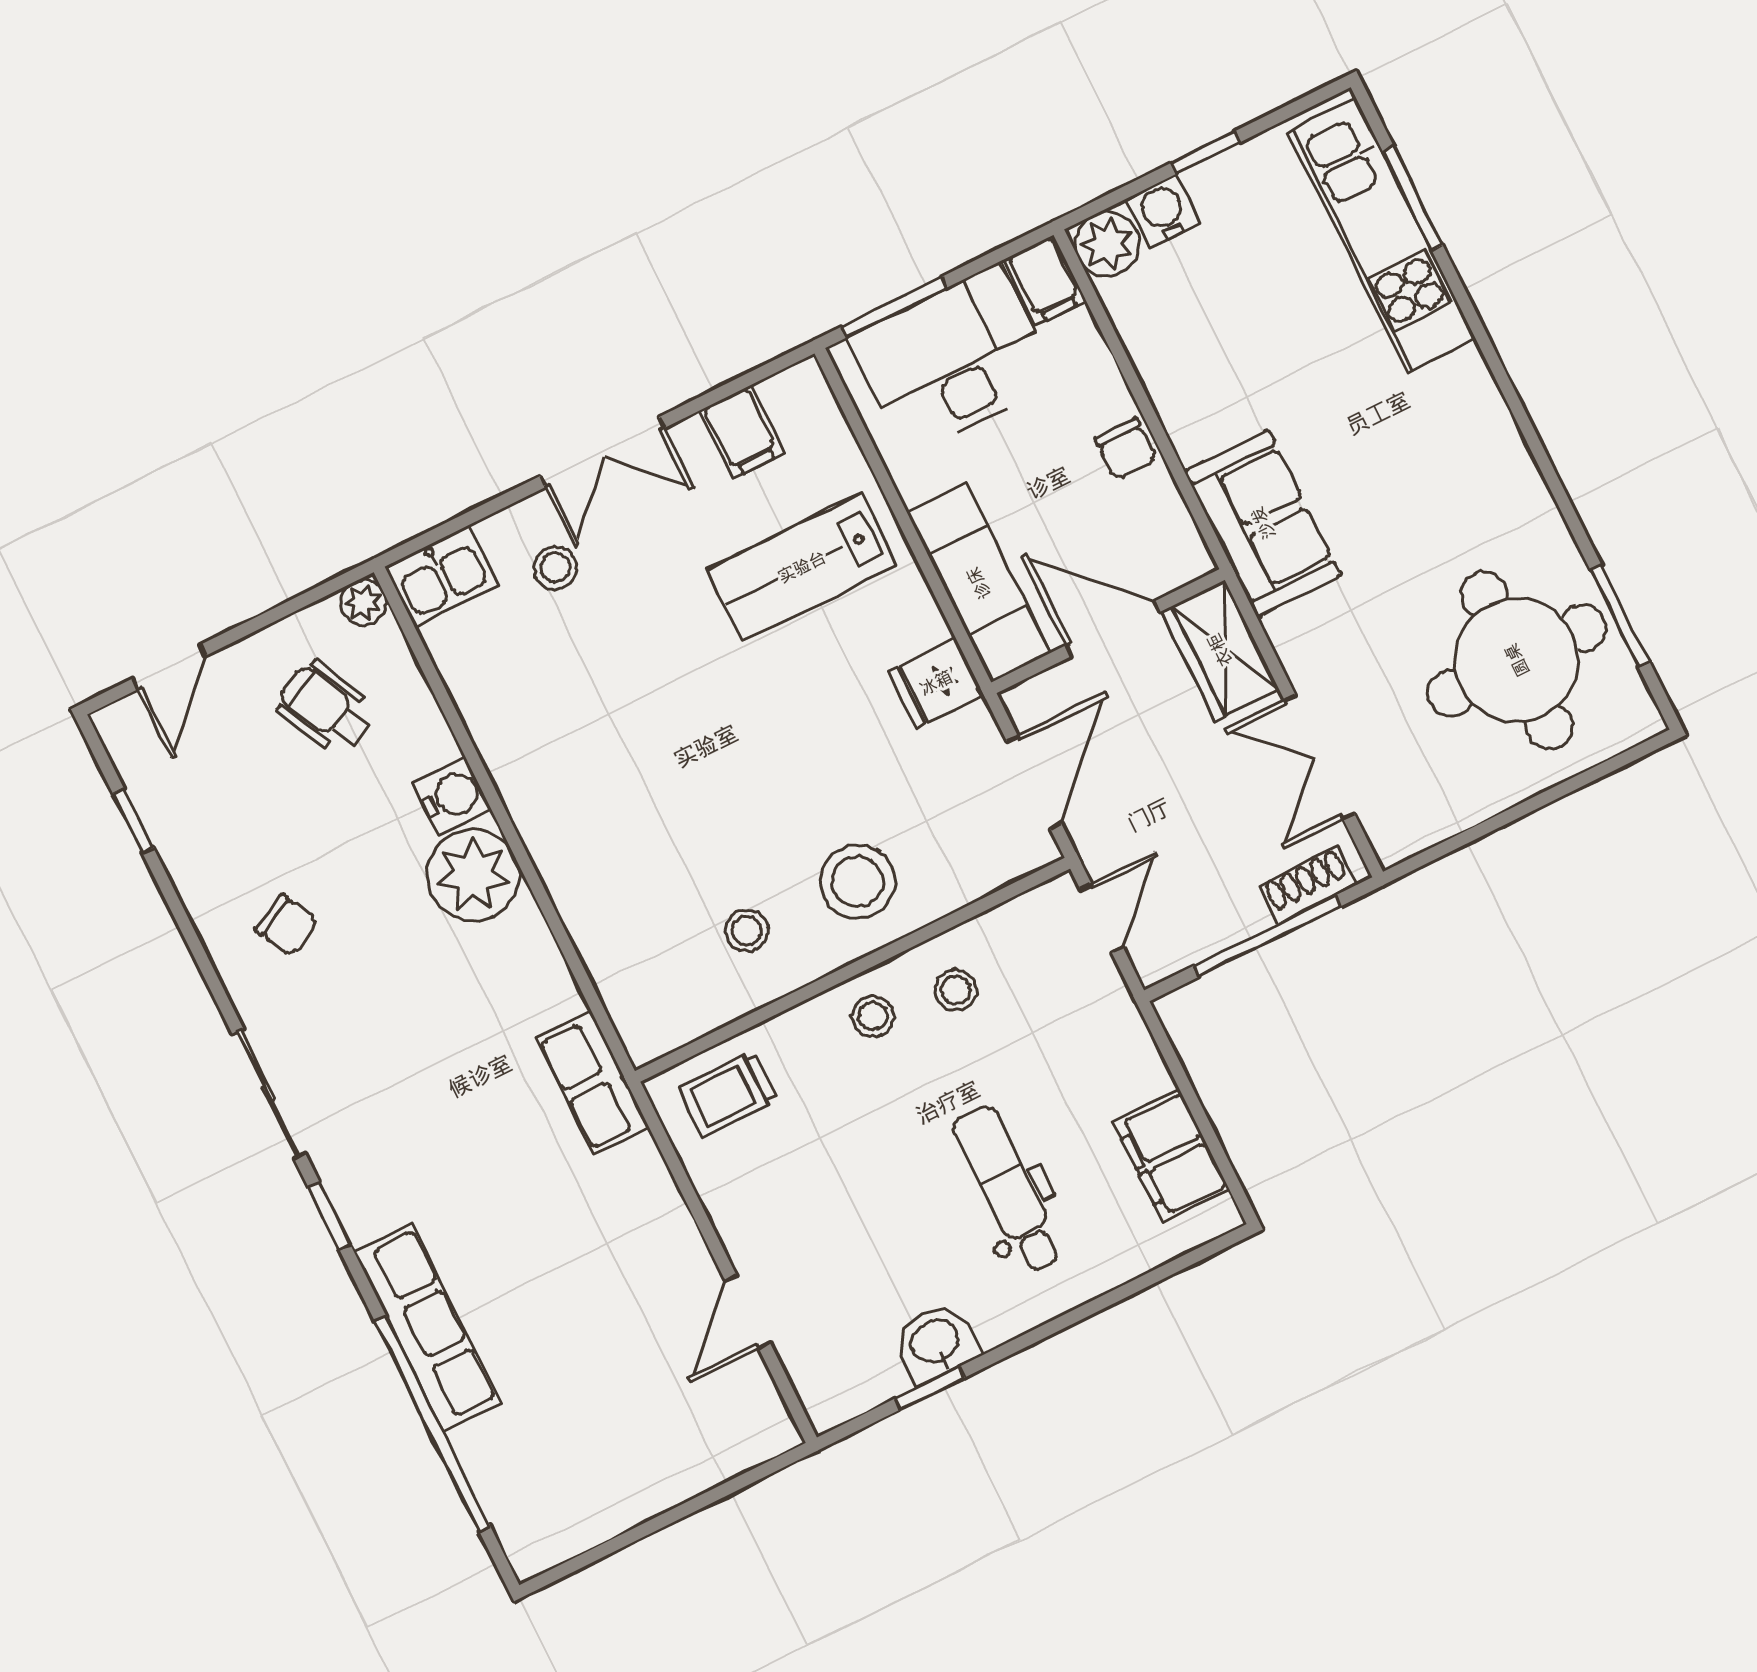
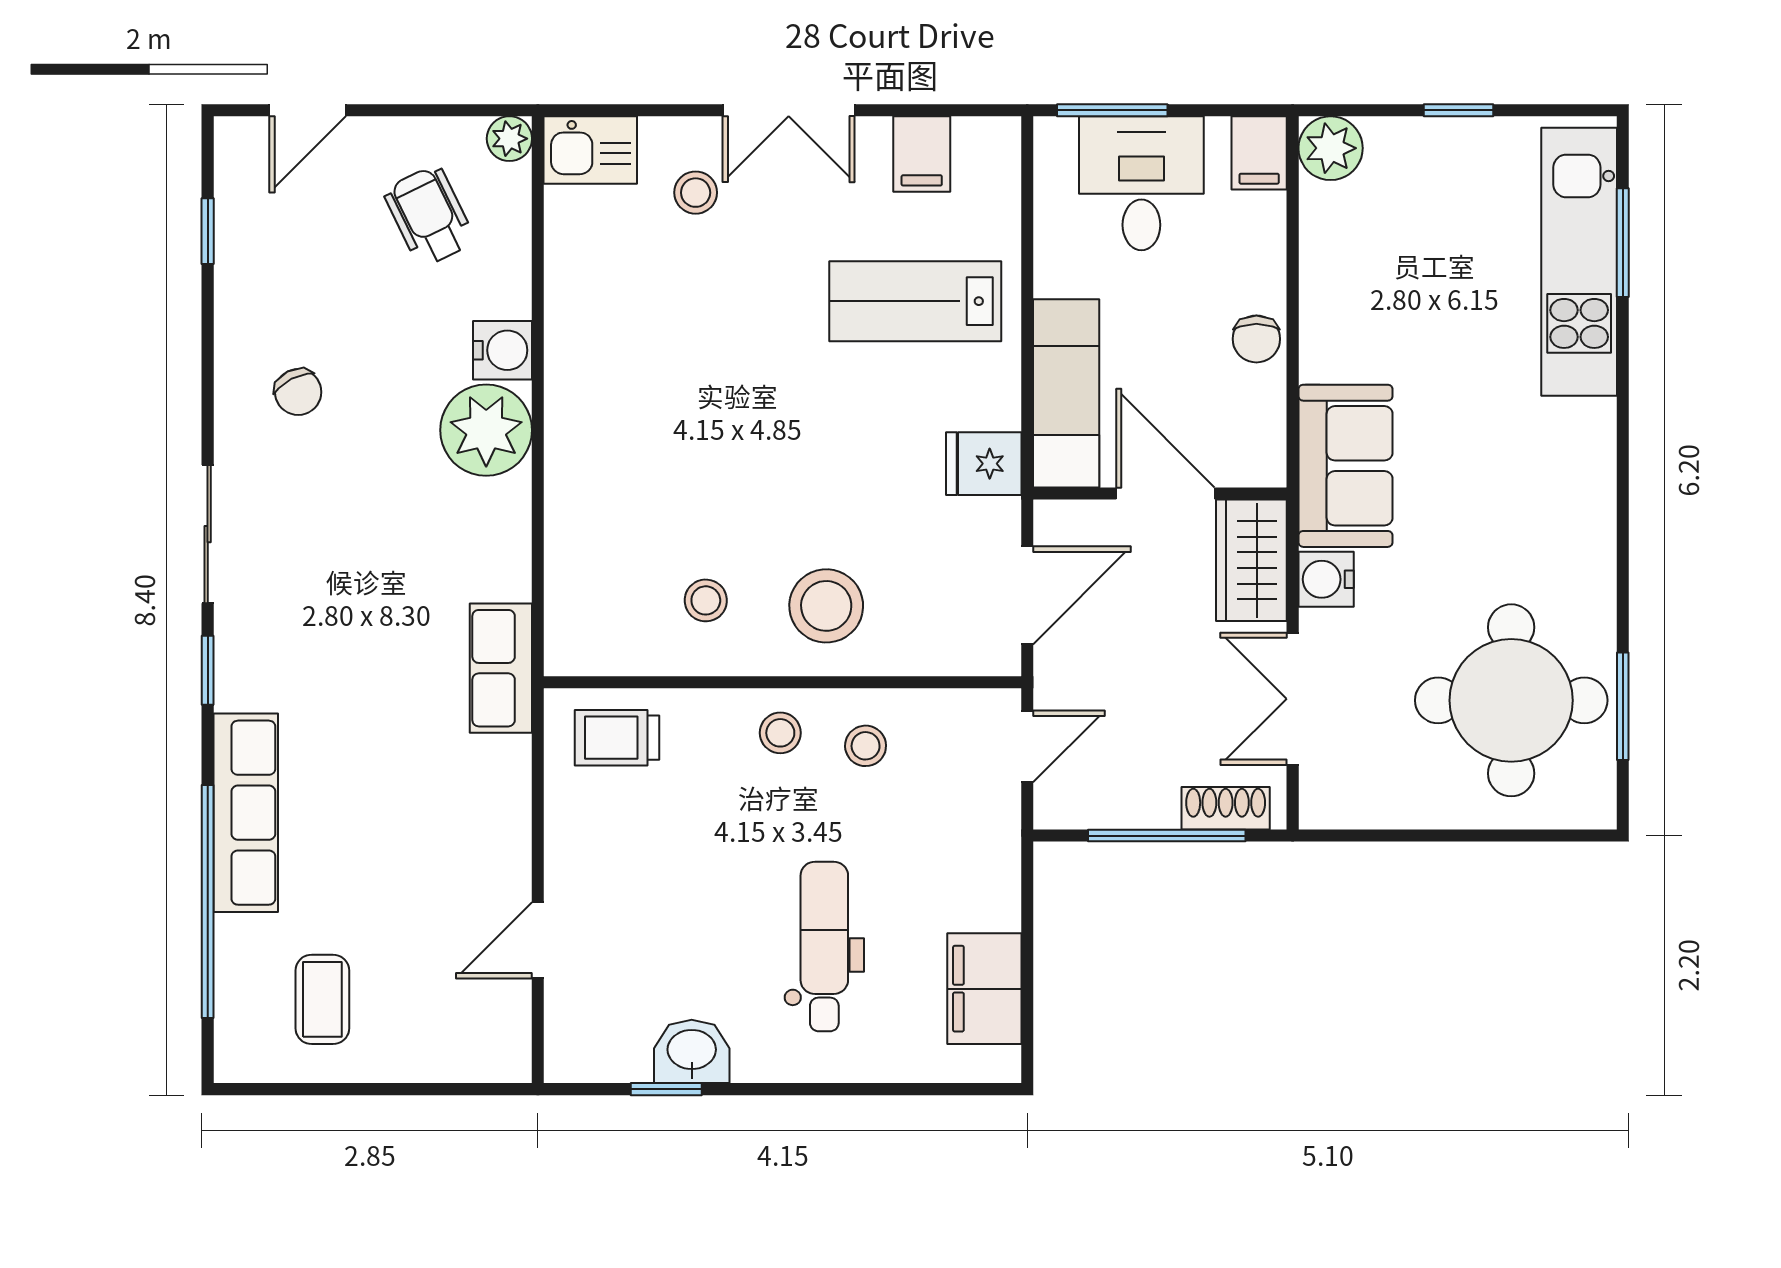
water cooler: (1163, 211) -> (1326, 579), moved, turned -90
desk: (953, 360) -> (1141, 183), width x0.73
coffee table: (580, 1461) -> (322, 999), added

